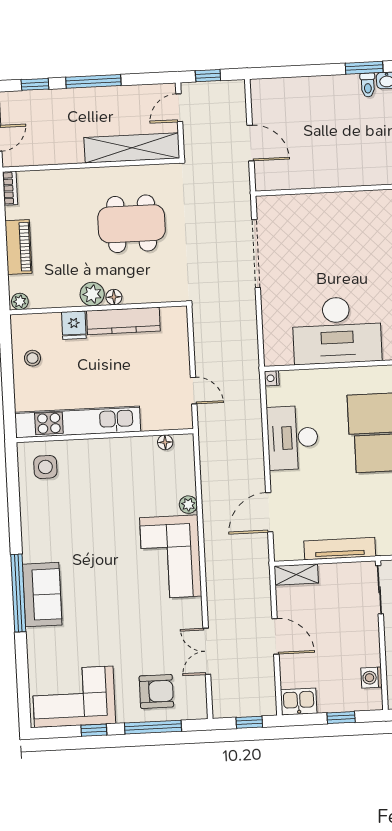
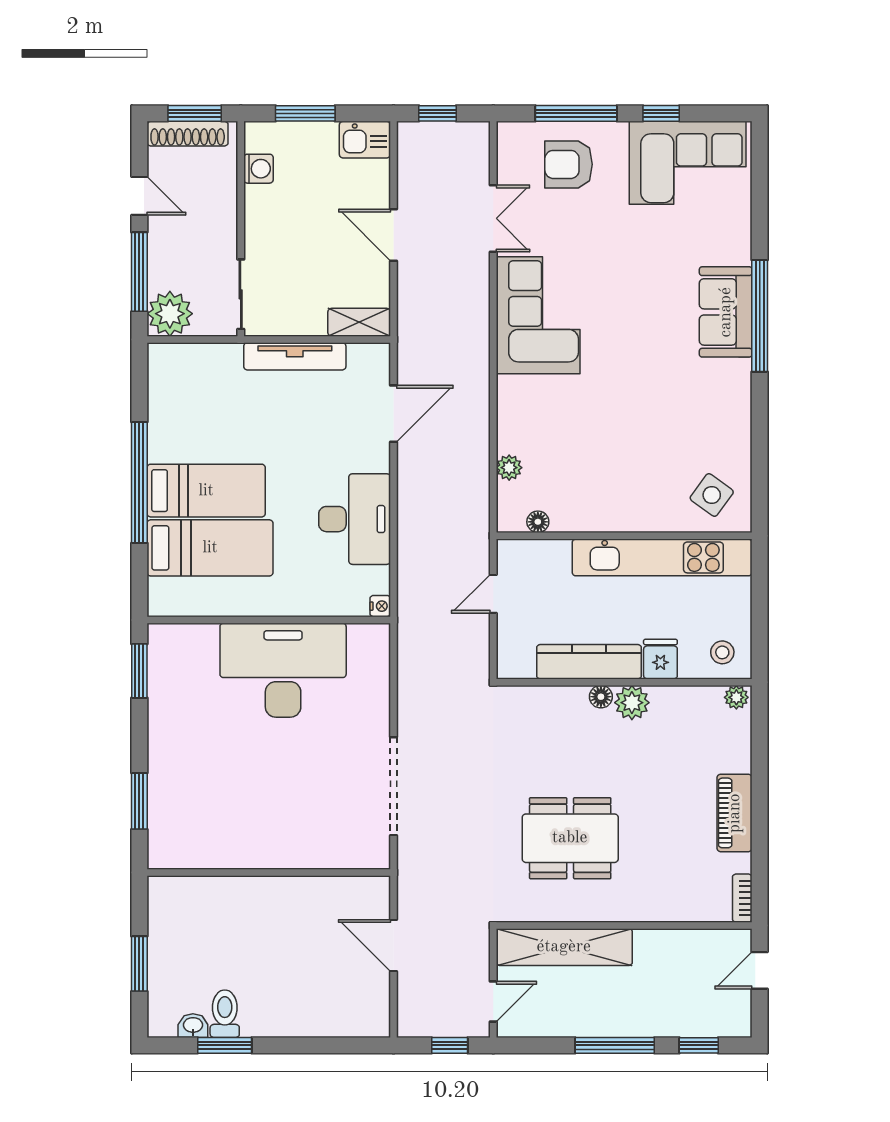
toilet: (368, 85) -> (225, 1014), width x1.37, depth x1.39
plant: (92, 294) -> (632, 703), moved
floor lamp: (114, 297) -> (601, 697), moved
plant: (20, 301) -> (736, 697), moved
wall: (98, 308) -> (624, 682), moved
kitchen counter: (123, 321) -> (589, 662), moved
fridge: (74, 325) -> (660, 659), moved
door: (194, 391) -> (493, 594), hinge flipped
side table: (45, 467) -> (712, 495), turned 36
plant: (188, 505) -> (509, 468), moved
corner sofa: (171, 557) -> (538, 315), moved
window: (341, 718) -> (305, 113), width x1.50

